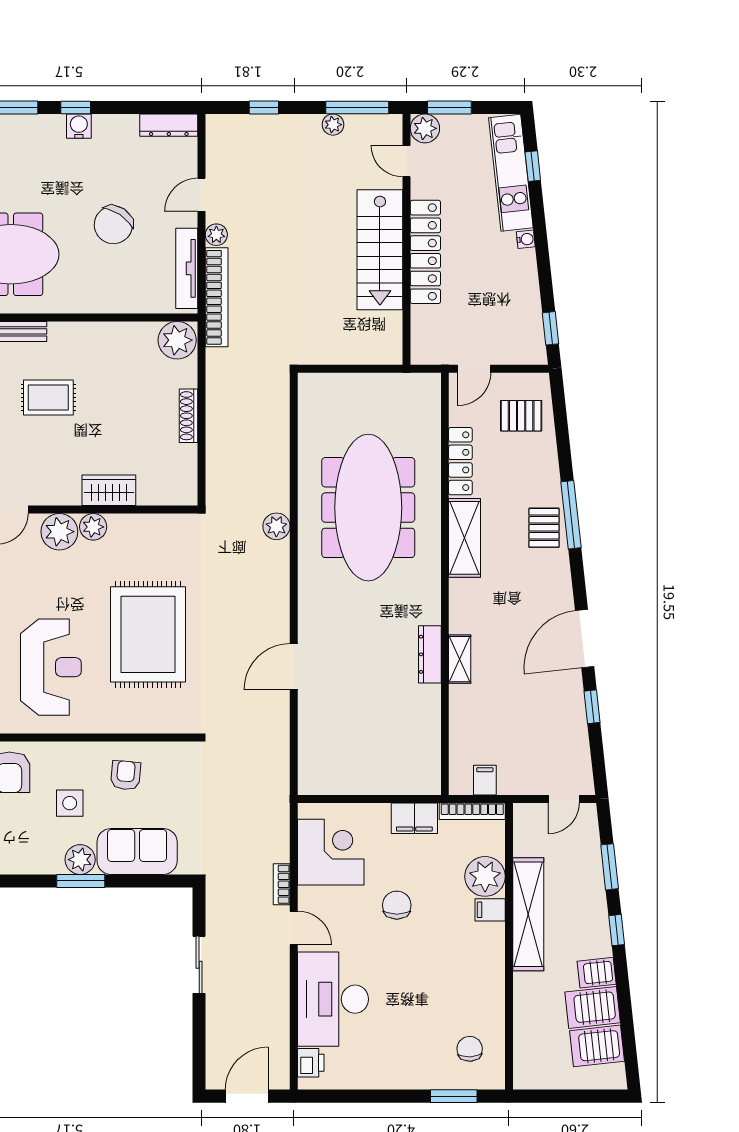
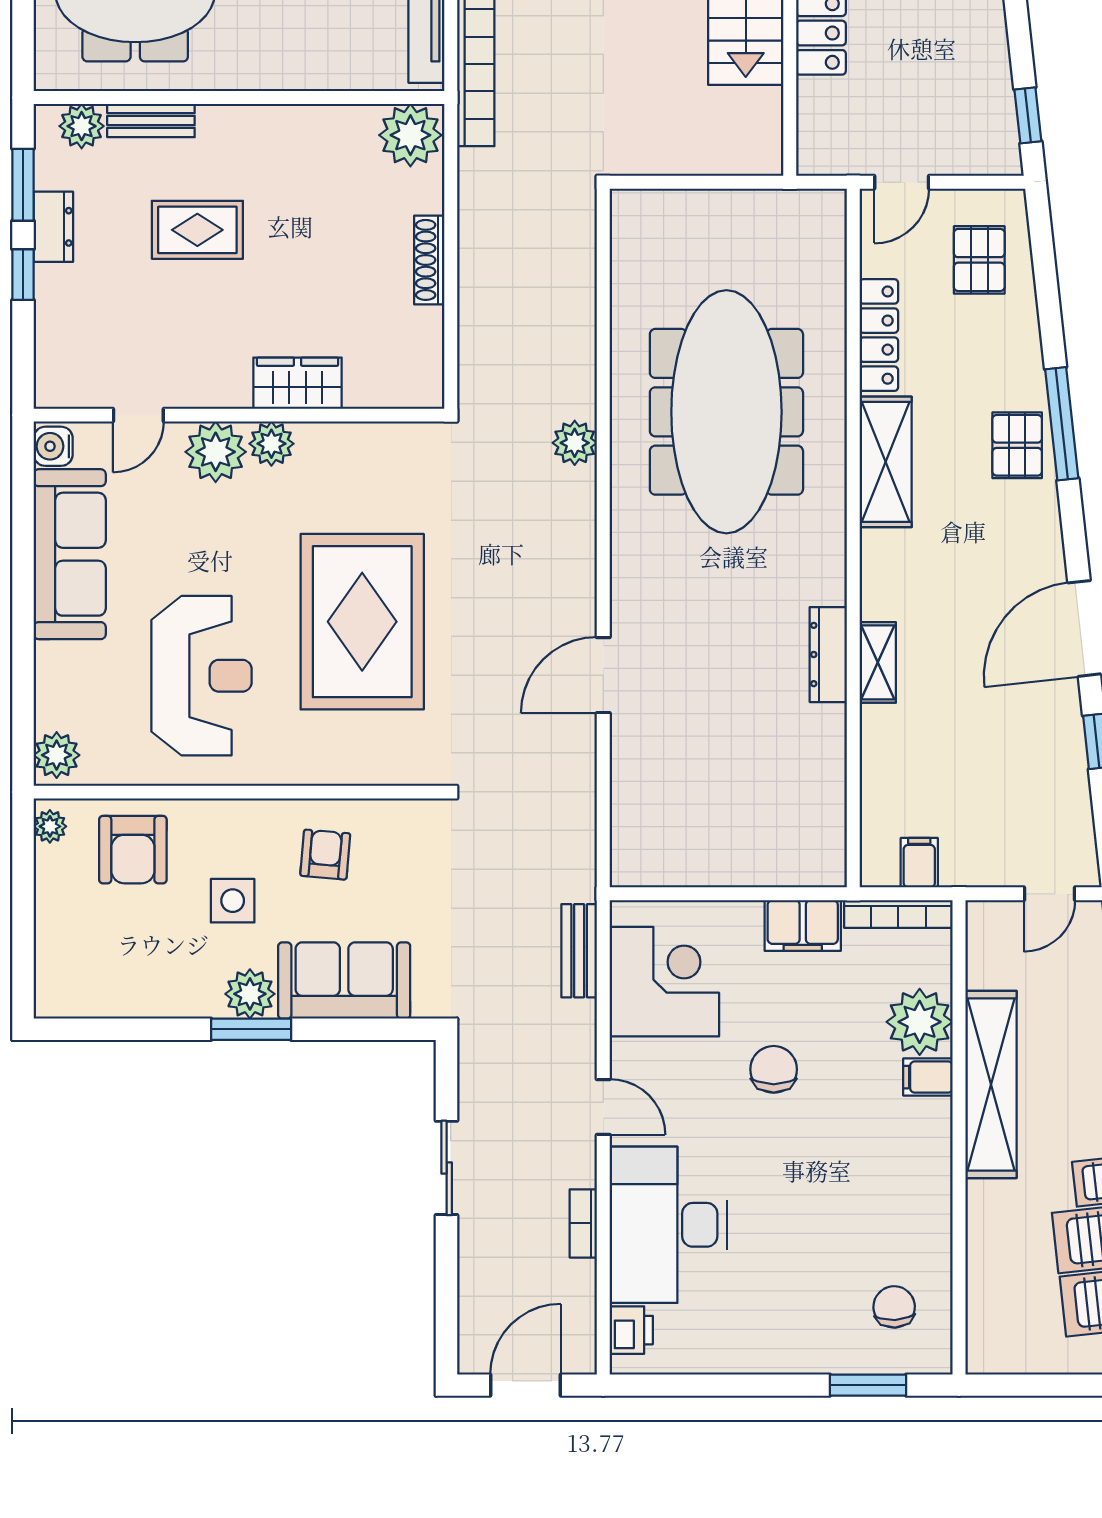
pallet: (521, 416) -> (979, 260), turned 90
bench: (279, 833) -> (579, 951), added
bookcase: (282, 884) -> (583, 1223), moved

